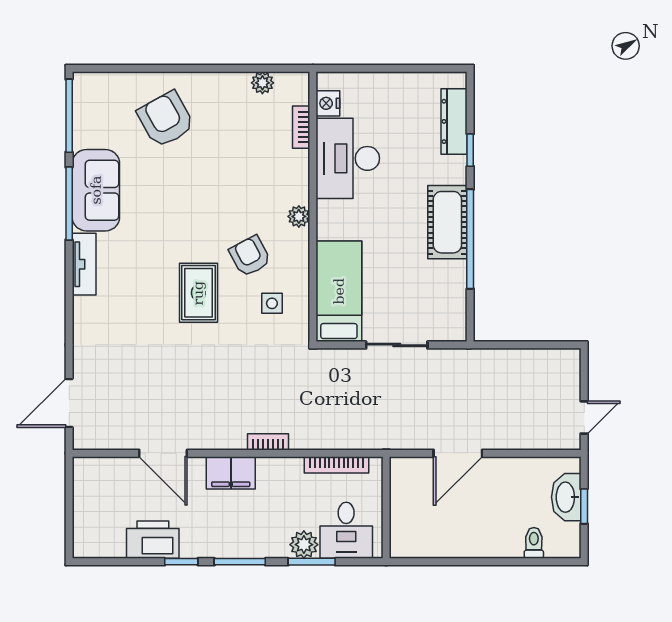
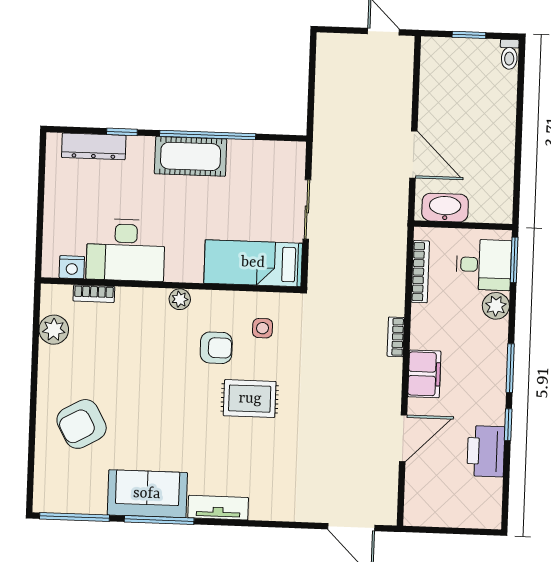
plant: (262, 83) -> (54, 330), width x1.38, depth x1.38
armchair: (250, 256) -> (216, 348), turned -152
washbasin: (566, 497) -> (445, 208), moved, turned 180
toilet: (534, 543) -> (509, 54), moved, turned -90
window: (312, 562) -> (514, 260), moved

